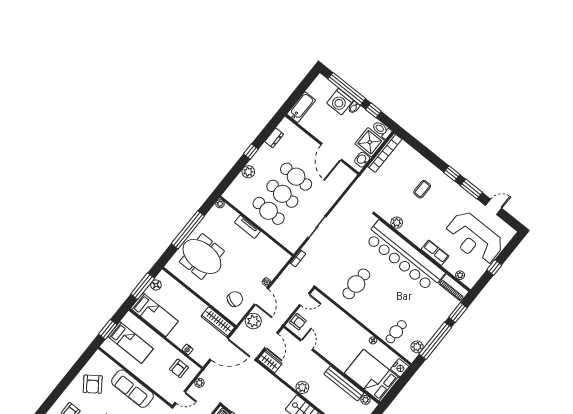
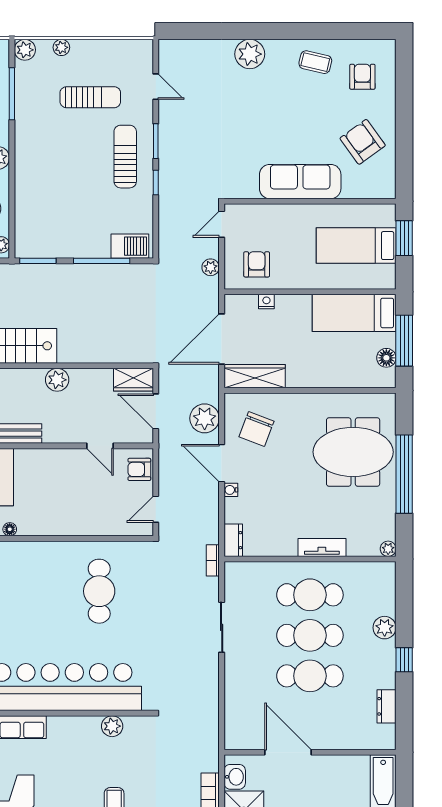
dresser: (282, 260) -> (233, 540), added

